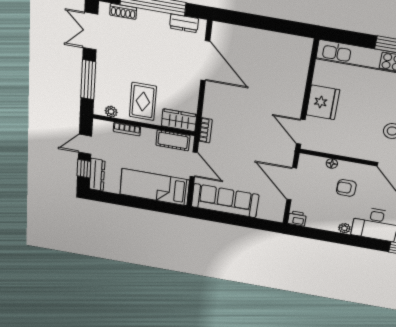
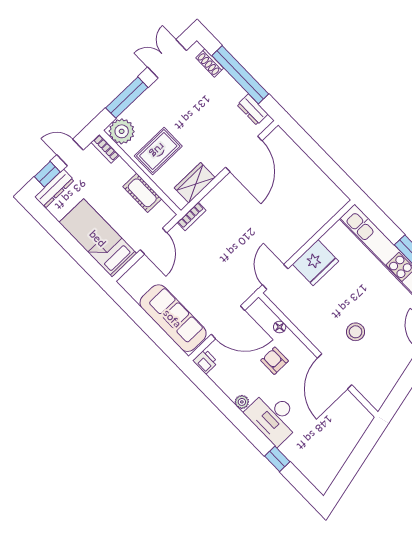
plant: (111, 112) -> (122, 131), width x1.88, depth x1.88
wardrobe: (179, 120) -> (195, 183), moved, turned -90
bookcase: (127, 129) -> (105, 149), moved
cot: (173, 140) -> (142, 193), moved
door: (292, 184) -> (228, 322), swing flipped
sofa: (225, 201) -> (173, 318), moved

